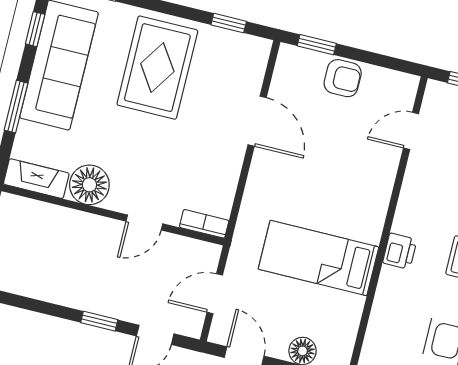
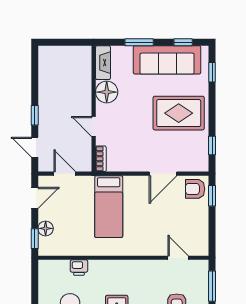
armchair: (343, 78) -> (195, 189), moved, turned 90
printer: (400, 251) -> (79, 268), moved
bed: (319, 258) -> (109, 207), moved, turned 180

